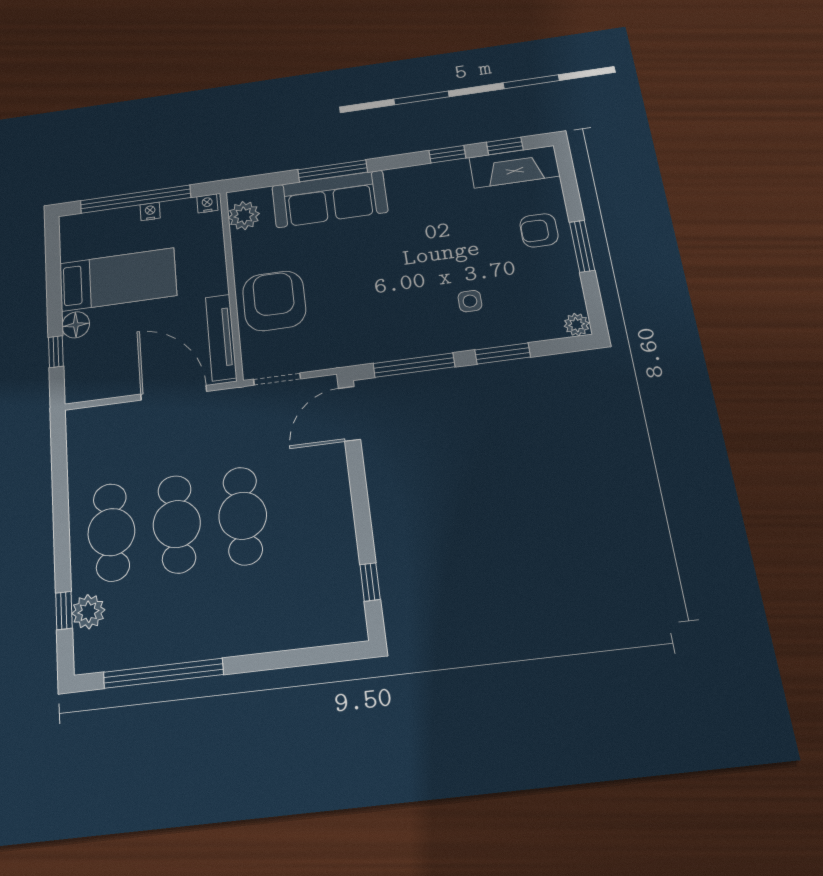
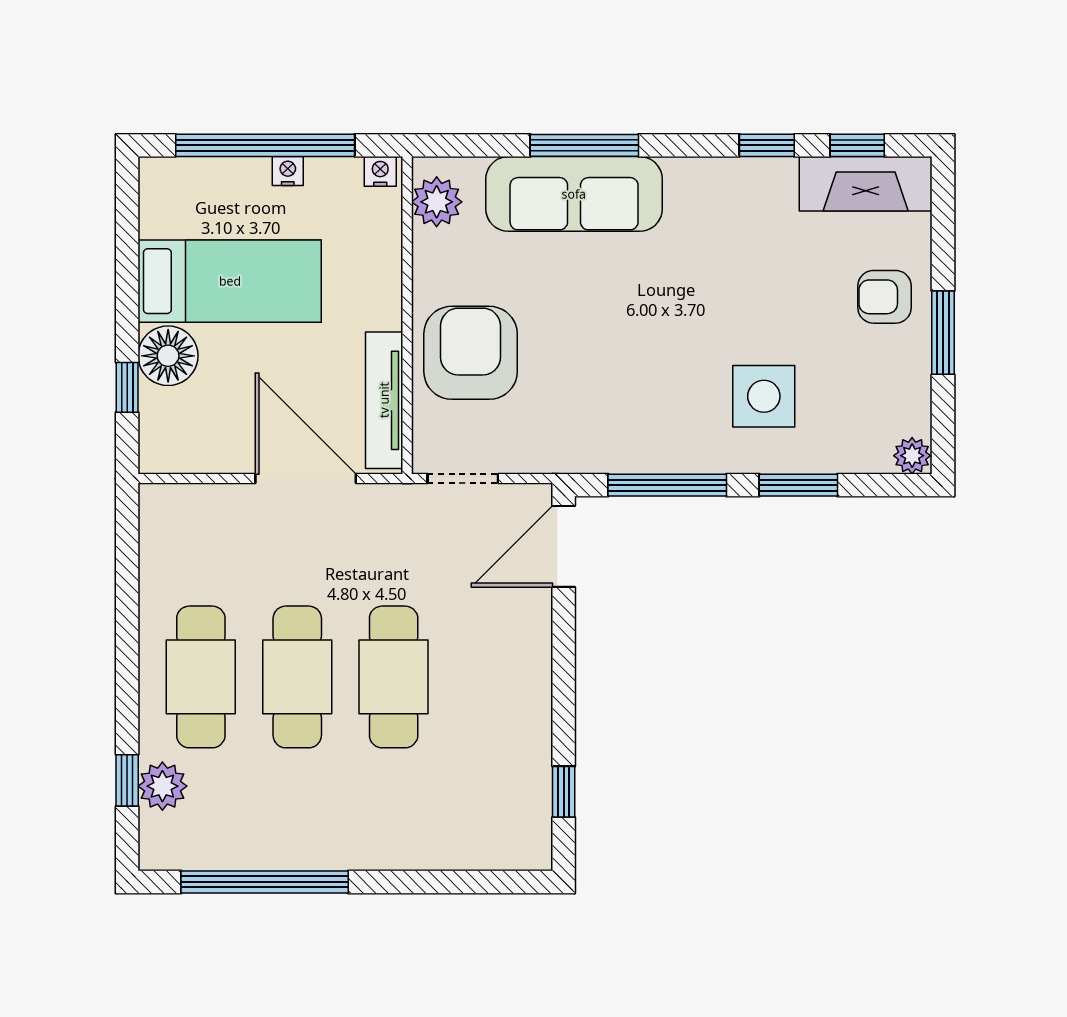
side table: (470, 301) -> (764, 396), width x1.87, depth x1.87
floor lamp: (76, 325) -> (168, 356), width x1.38, depth x1.38

